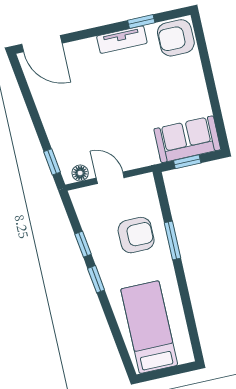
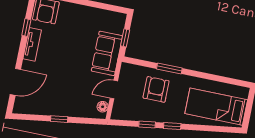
door: (42, 44) -> (15, 82), moved
sofa: (187, 139) -> (107, 53), moved
window: (52, 162) -> (59, 119), moved

